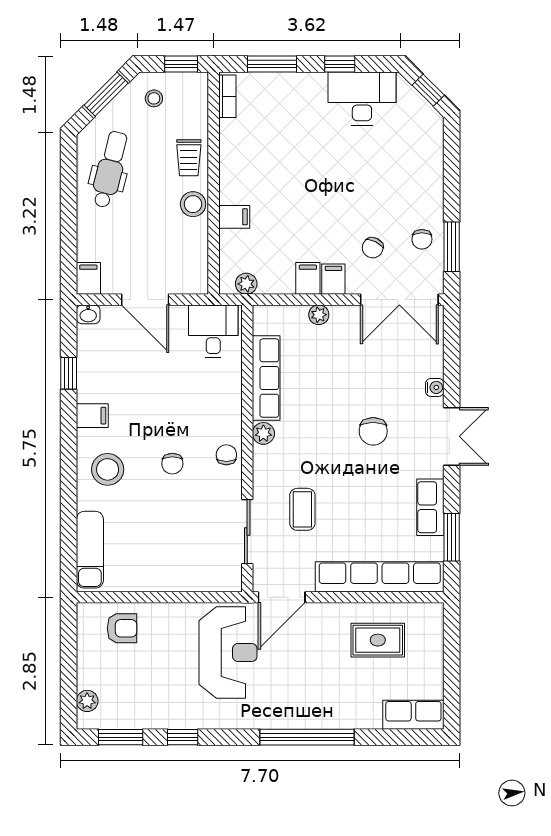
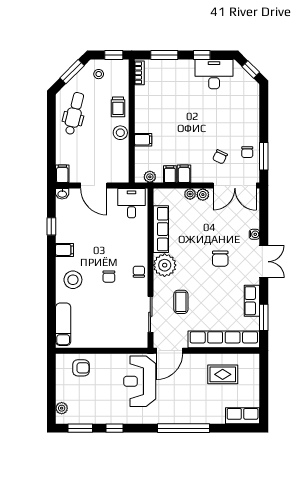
filing cabinet: (333, 279) -> (170, 174), moved
plant: (342, 316) -> (203, 195), added
plant: (263, 433) -> (165, 265), width x1.88, depth x1.88
reception desk: (228, 652) -> (140, 381), turned 180

